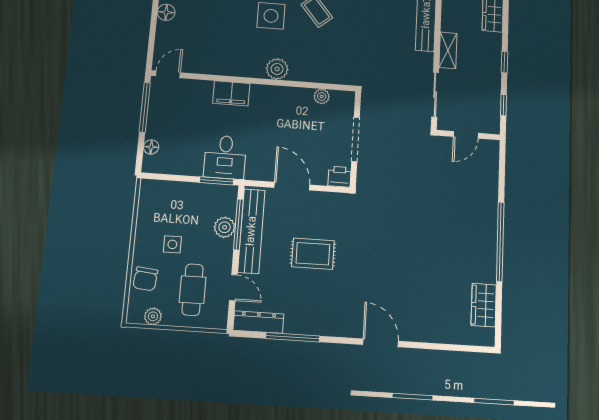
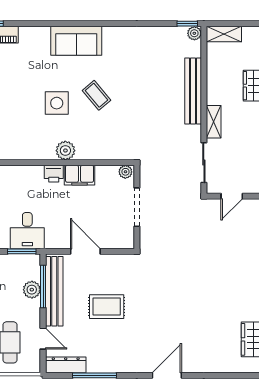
filing cabinet: (231, 93) -> (80, 175), moved
plant: (322, 96) -> (125, 172), moved
printer: (339, 177) -> (54, 174), moved, turned 180
door: (381, 343) -> (167, 375), hinge flipped

